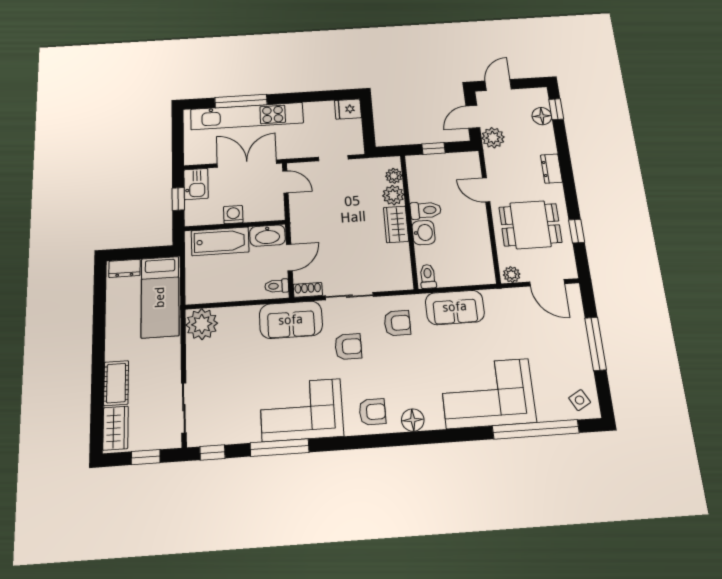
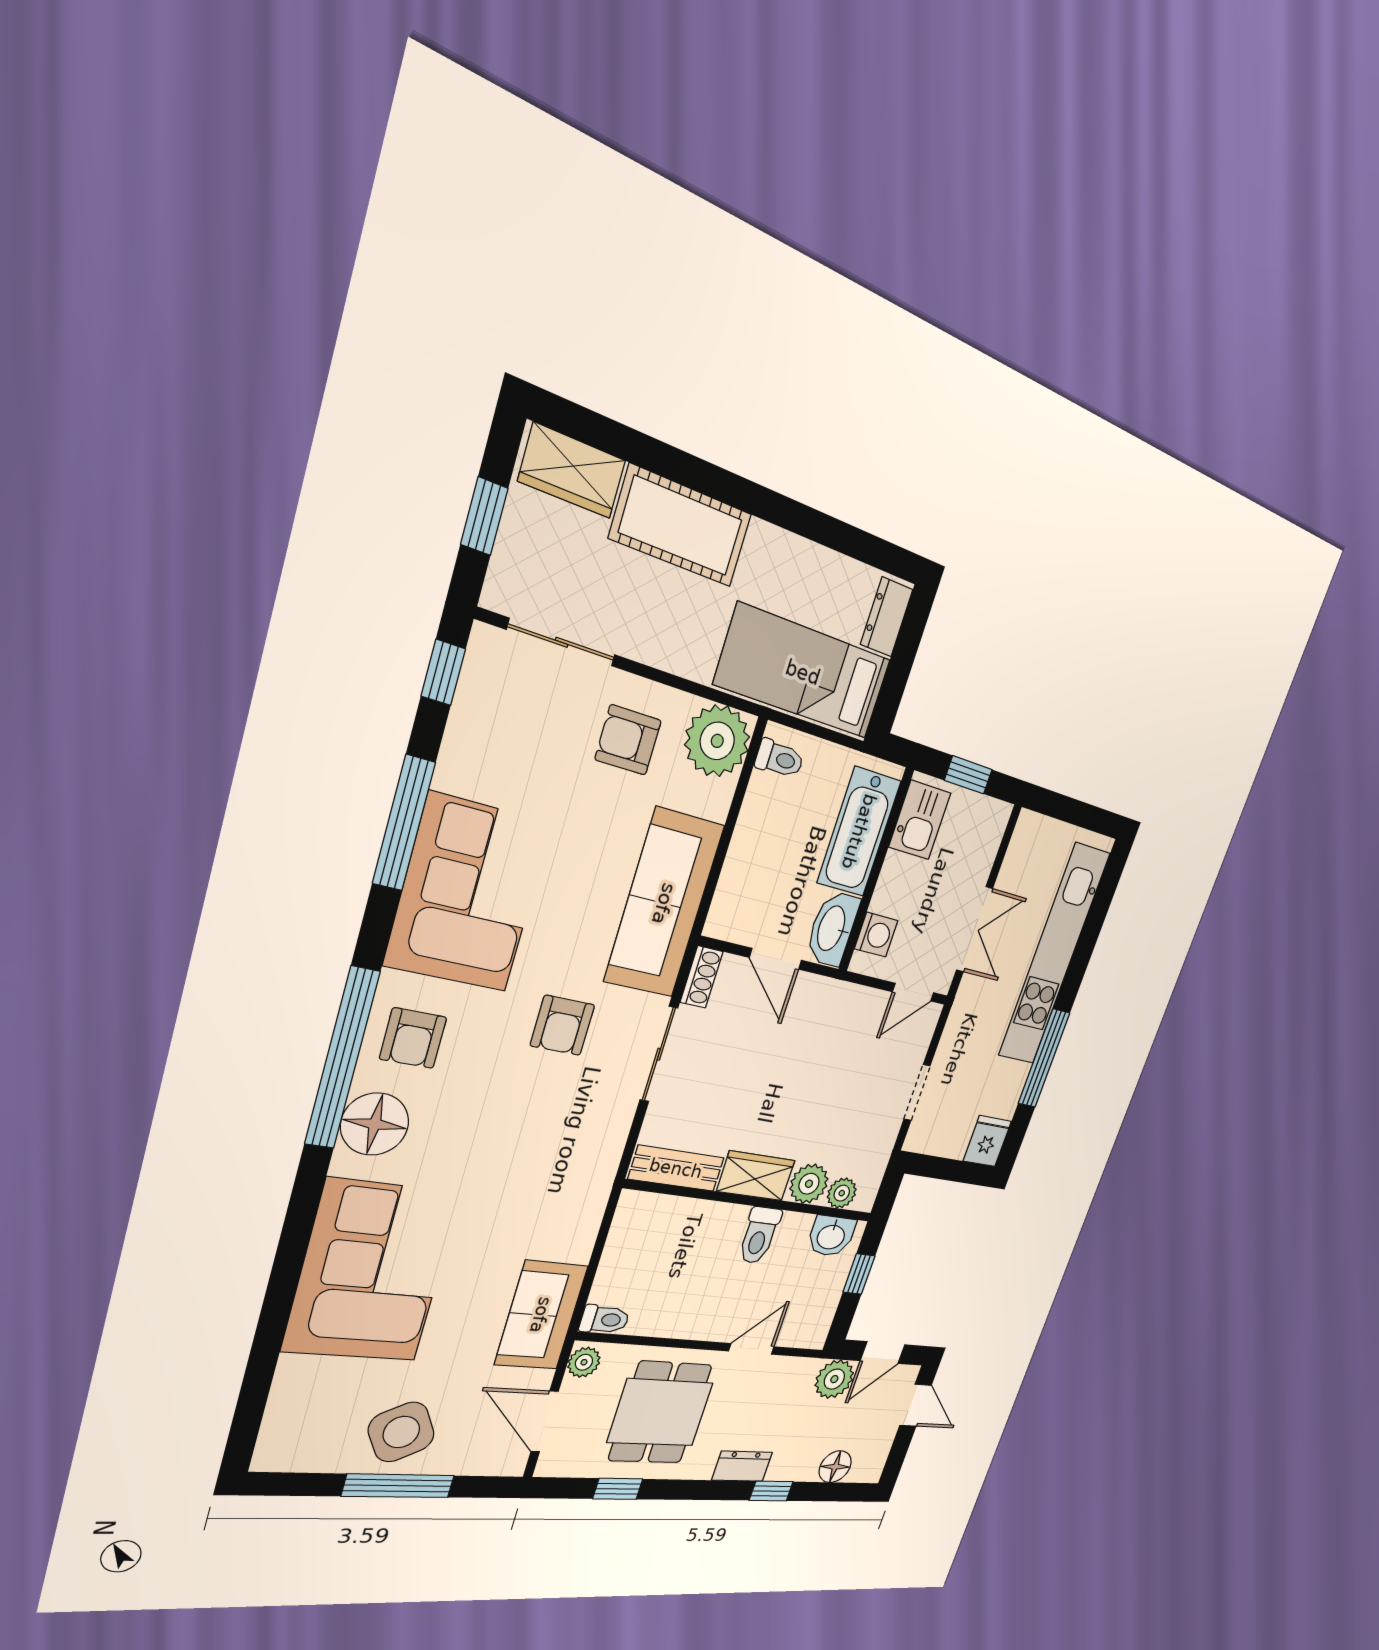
window: (241, 101) -> (1044, 1058), moved
window: (556, 109) -> (771, 1491), moved
door: (473, 117) -> (883, 1353), swing flipped
double door: (247, 164) -> (974, 929), width x0.73
kitchen sink: (196, 184) -> (920, 820), moved, turned -90
washing machine: (233, 215) -> (876, 935), moved
washbasin: (424, 233) -> (831, 1236), moved
bench: (402, 266) -> (676, 1168), added
toilet: (428, 276) -> (605, 1319), moved
door: (547, 283) -> (545, 1421), hinge flipped
toilet: (277, 286) -> (780, 759), moved, turned 90
sofa: (455, 307) -> (541, 1315), moved
sofa: (291, 320) -> (664, 904), width x1.36
armchair: (397, 323) -> (628, 740), moved, turned 90
cot: (116, 383) -> (681, 526), width x1.37, depth x1.34
side table: (580, 400) -> (401, 1432), moved, width x1.87, depth x1.87
floor lamp: (413, 420) -> (375, 1124), width x1.38, depth x1.38
window: (536, 429) -> (342, 1058), moved

